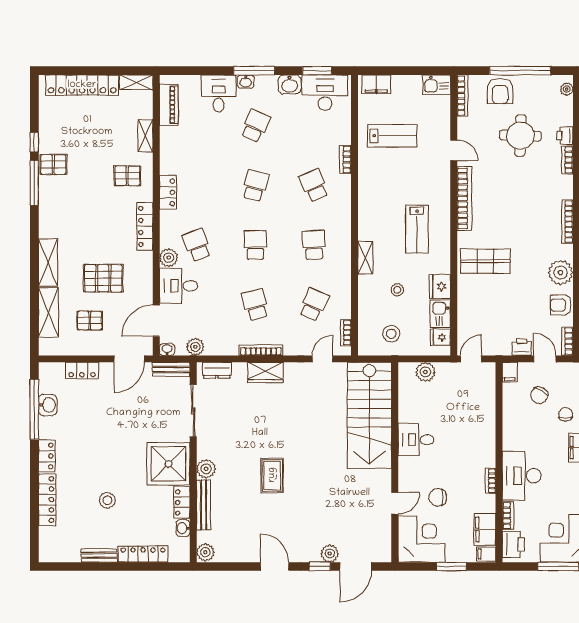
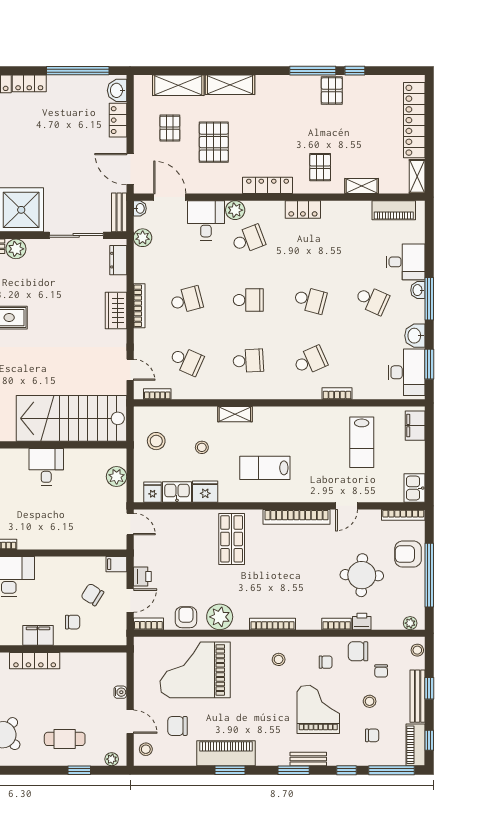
washbasin: (48, 405) -> (117, 90), moved, turned 90

